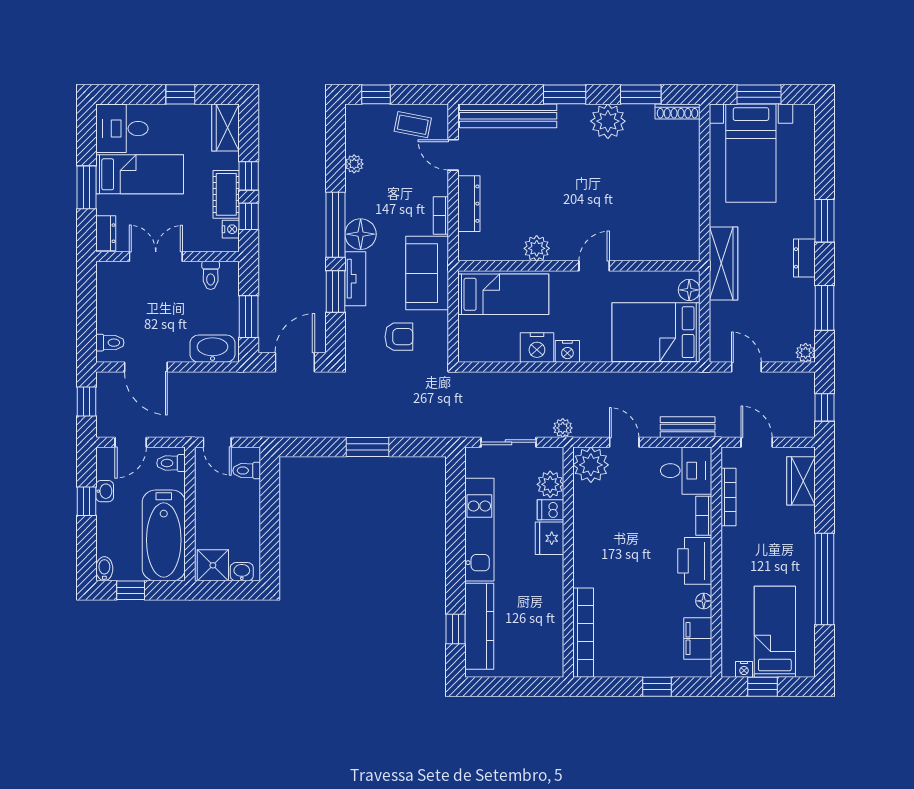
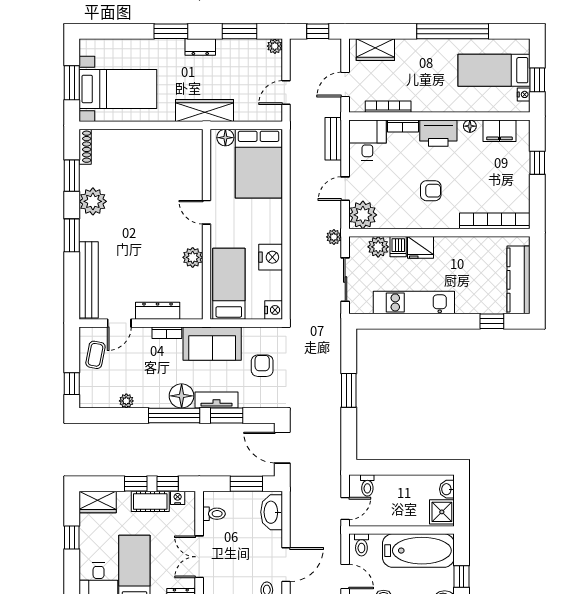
nightstand: (567, 351) -> (274, 310), moved
armchair: (622, 551) -> (431, 191), added
kitchen counter: (479, 626) -> (519, 280), moved, turned -90

